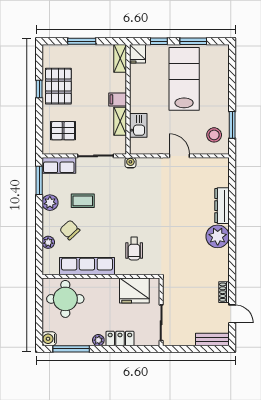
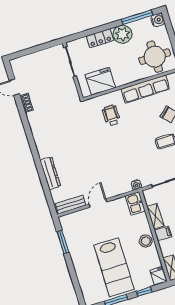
kitchen sink: (138, 125) -> (135, 203), moved
stool: (214, 135) -> (146, 241), moved
door: (179, 156) -> (98, 203), swing flipped
plant: (218, 236) -> (46, 147), removed
bench: (212, 339) -> (71, 204), moved
plant: (98, 340) -> (122, 34), width x1.88, depth x1.88

